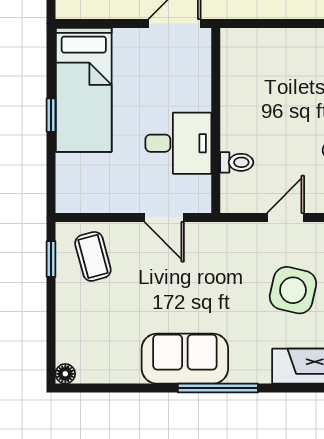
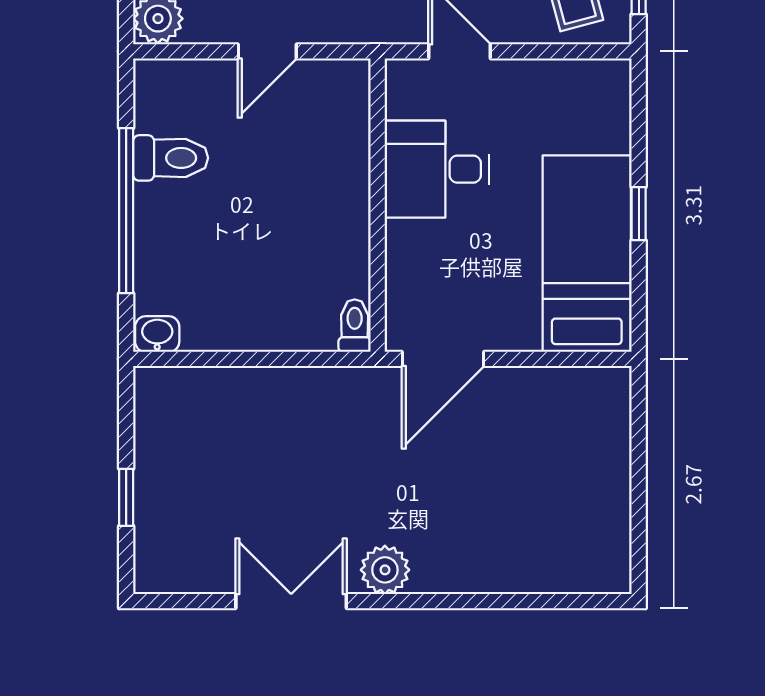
toilet: (237, 162) -> (355, 326), moved, turned 90

